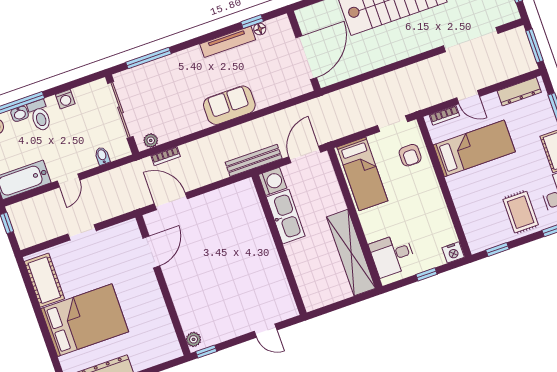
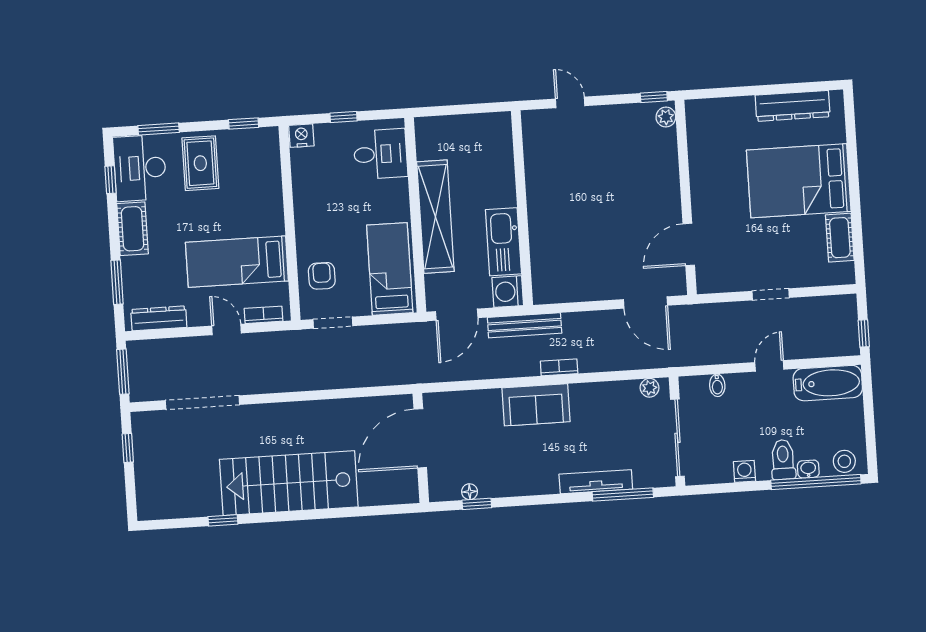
tv unit: (228, 42) -> (596, 482), moved
bookcase: (166, 156) -> (559, 367), moved
shelving: (351, 253) -> (435, 217), moved
cot: (44, 280) -> (840, 238), width x0.73, depth x0.75

